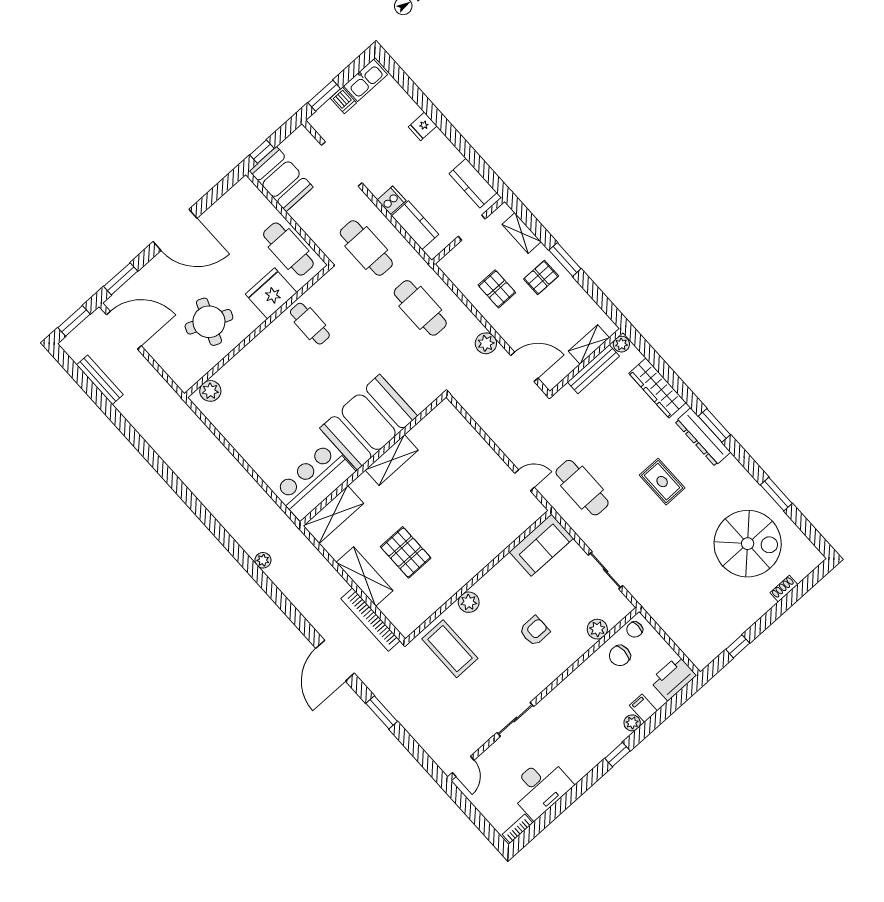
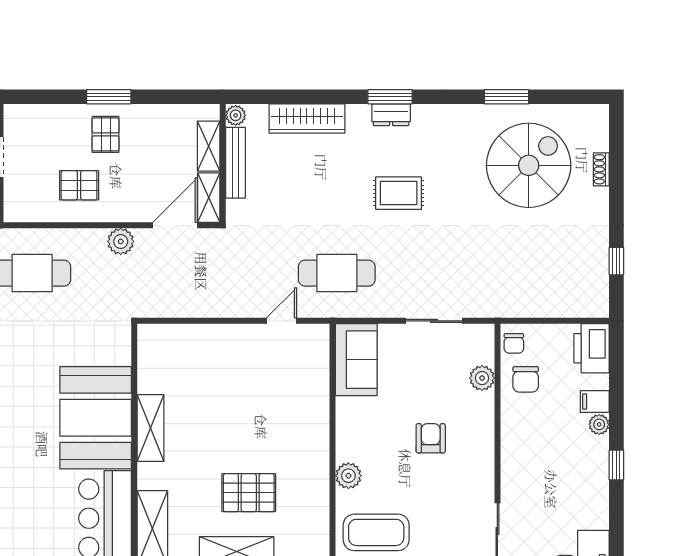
shelving: (522, 233) -> (209, 198), moved, turned 90
dresser: (703, 437) -> (391, 115), width x0.51, depth x0.80

